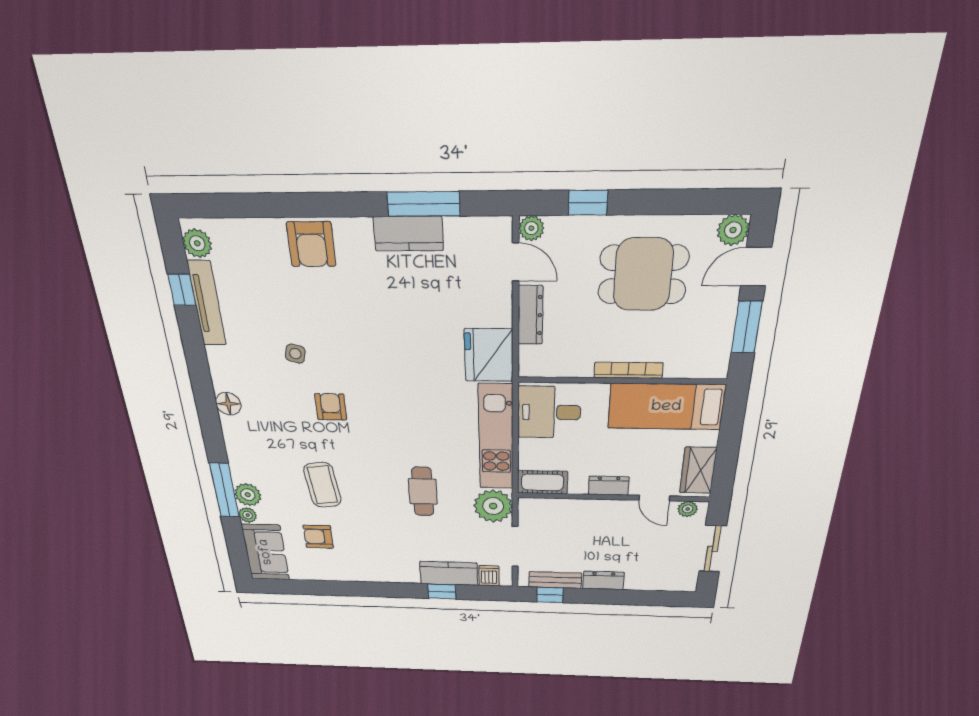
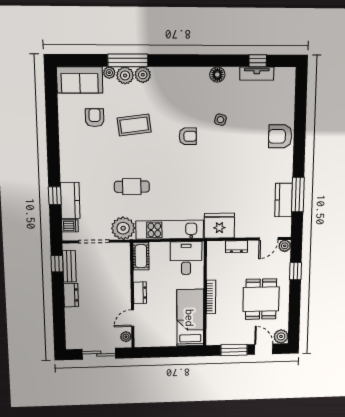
kitchen counter: (408, 234) -> (284, 200), moved
plant: (197, 243) -> (143, 75), moved
tv unit: (207, 303) -> (257, 74), width x0.71
dresser: (530, 315) -> (237, 247), width x0.70
floor lamp: (228, 404) -> (217, 75), moved
wardrobe: (698, 470) -> (152, 339), removed

